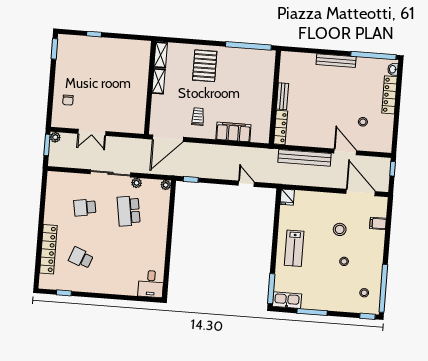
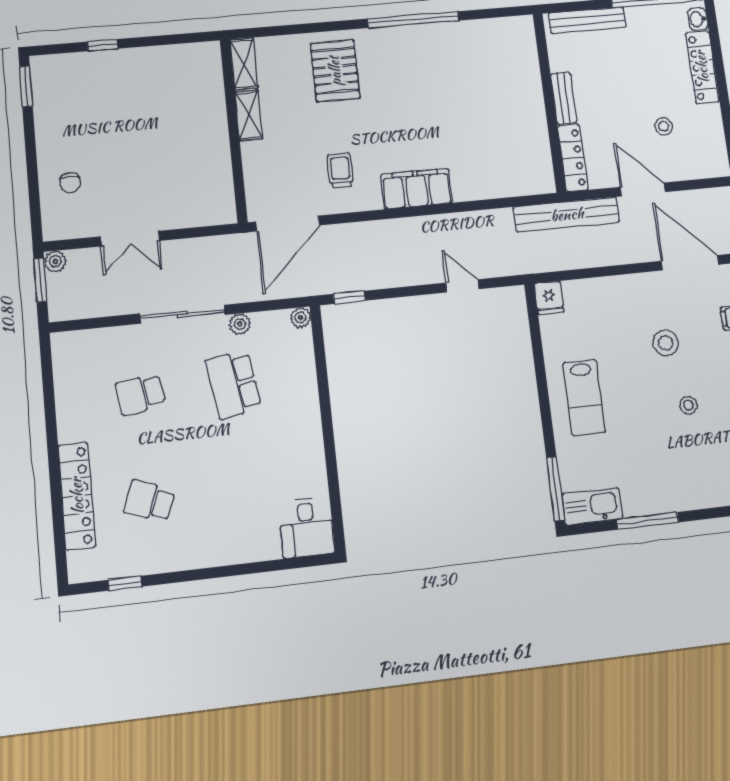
bench: (282, 96) -> (564, 98), moved
wall: (275, 97) -> (549, 102), moved
locker: (281, 127) -> (573, 158), moved

